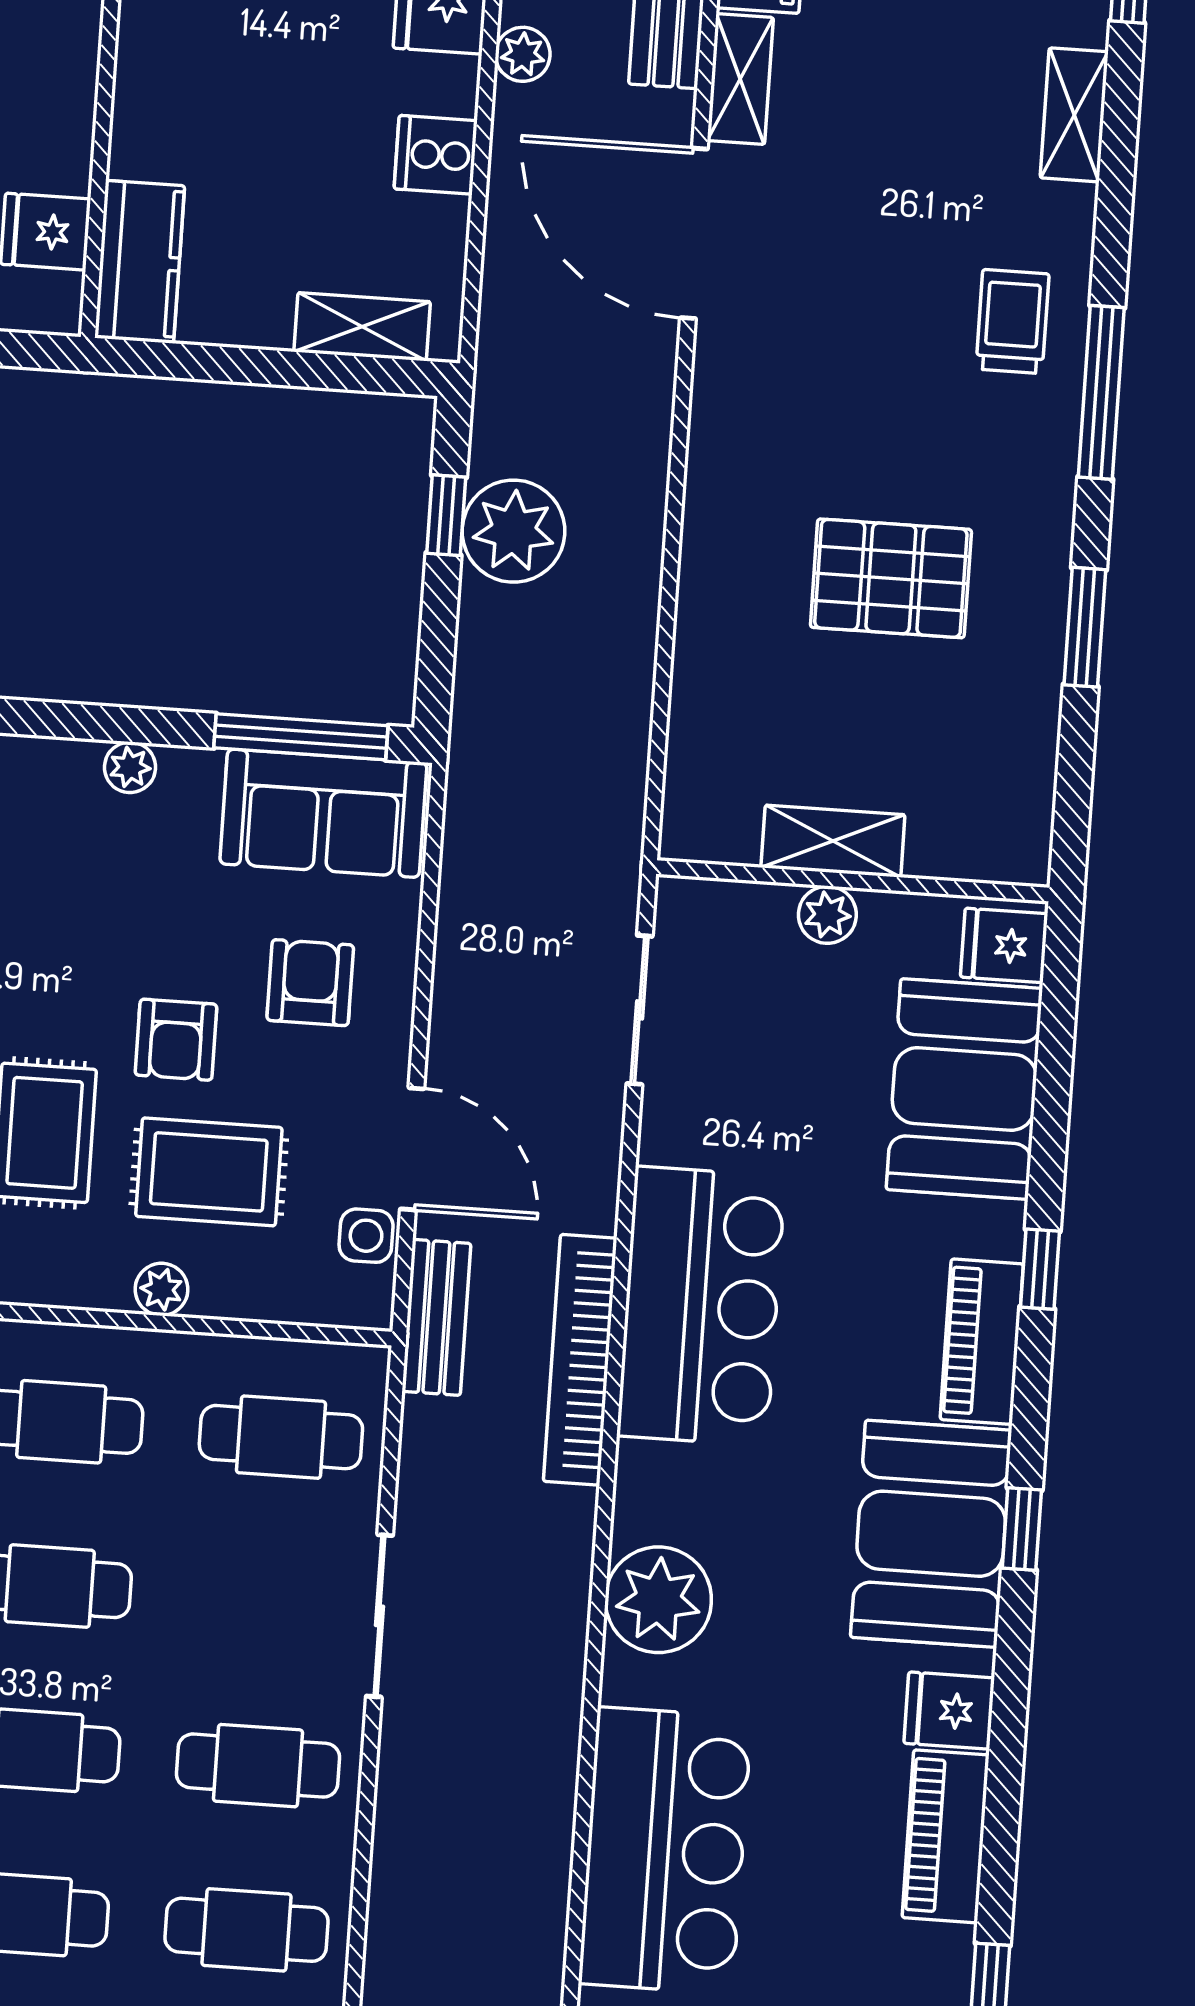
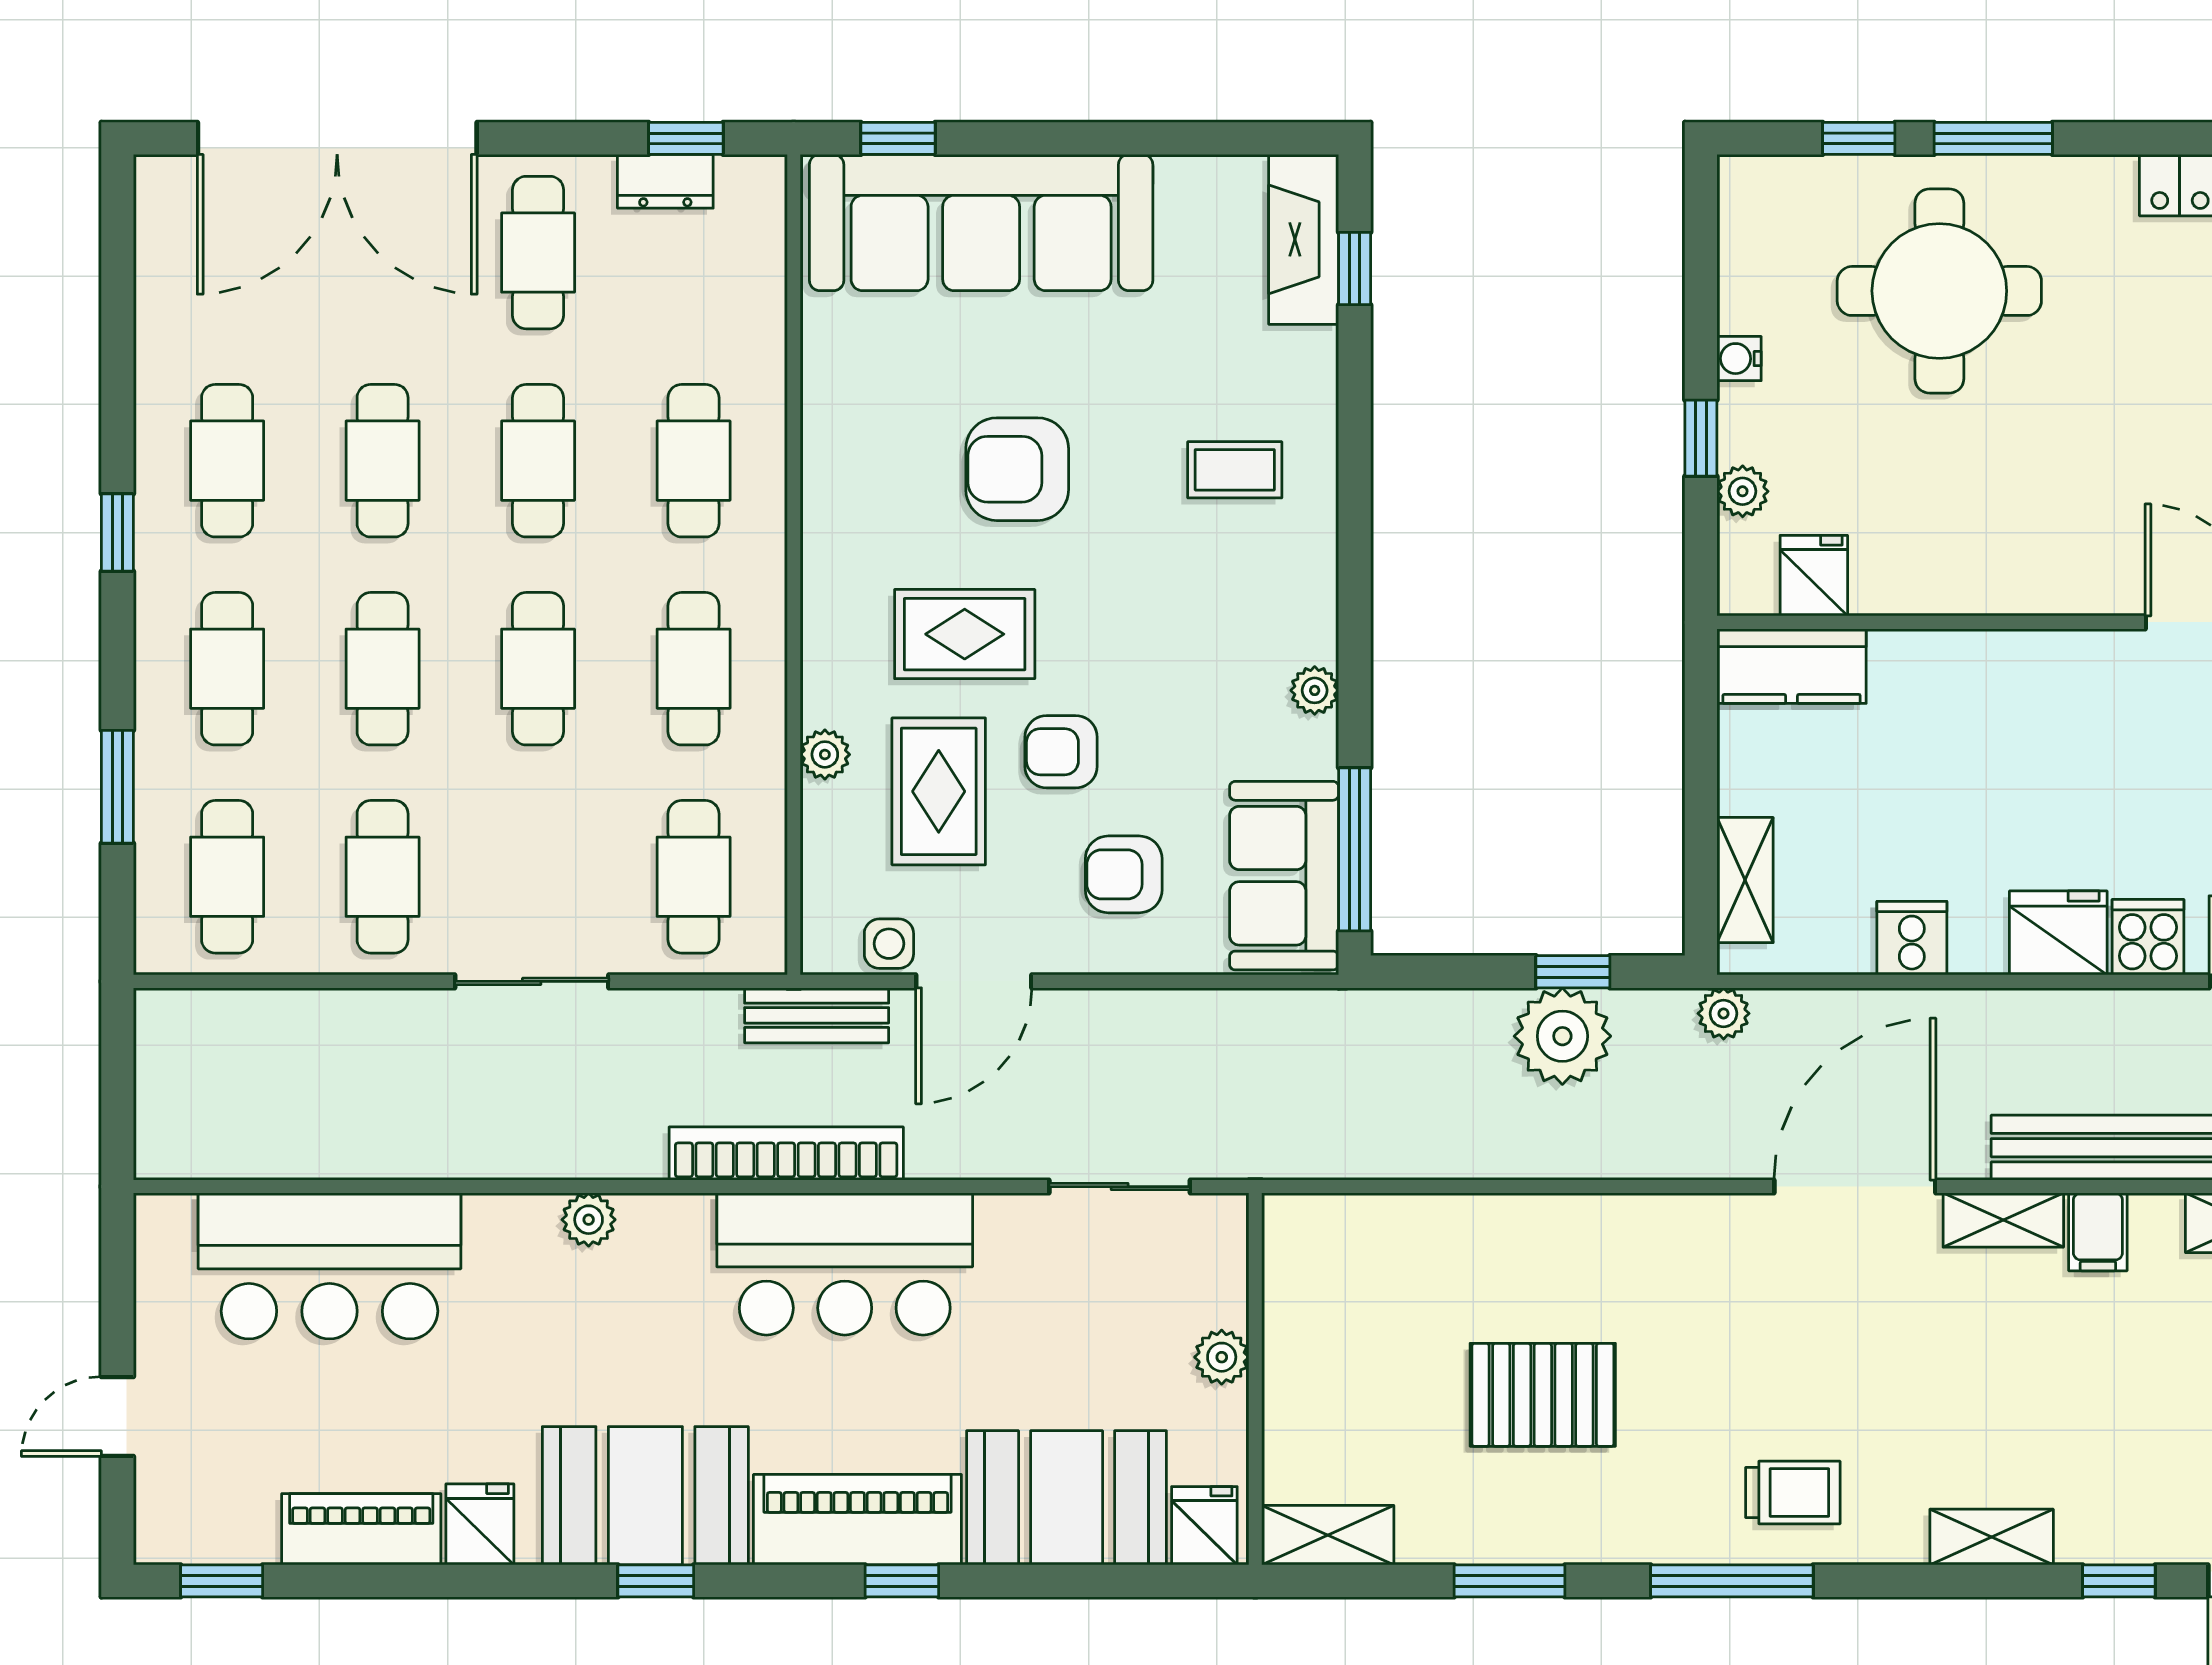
plant: (523, 54) -> (1724, 1013), moved
pallet: (891, 578) -> (1543, 1395), turned 90
shelving: (833, 841) -> (1328, 1535), moved, turned 90
armchair: (310, 983) -> (1124, 874), turned 180
piano: (982, 1342) -> (857, 1520), width x1.37, depth x1.33
plant: (658, 1600) -> (589, 1220), width x0.53, depth x0.53

